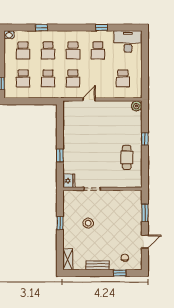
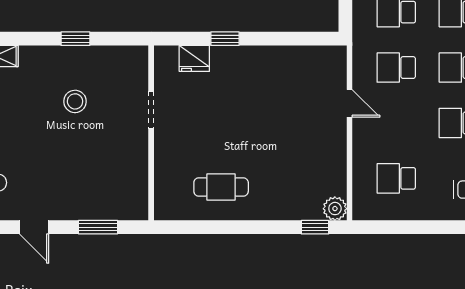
window: (145, 139) -> (315, 227), moved
fridge: (69, 181) -> (194, 58), moved

